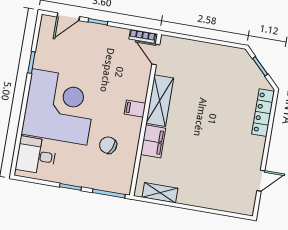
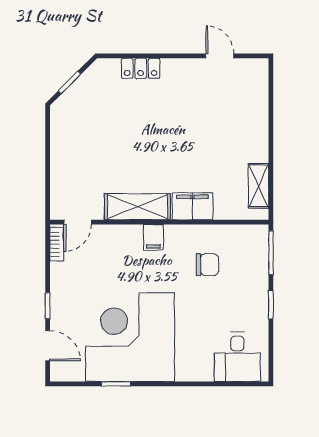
corner desk: (59, 107) -> (130, 337), moved
locker: (263, 113) -> (141, 68), width x0.66
chair: (108, 145) -> (207, 265), turned -112

